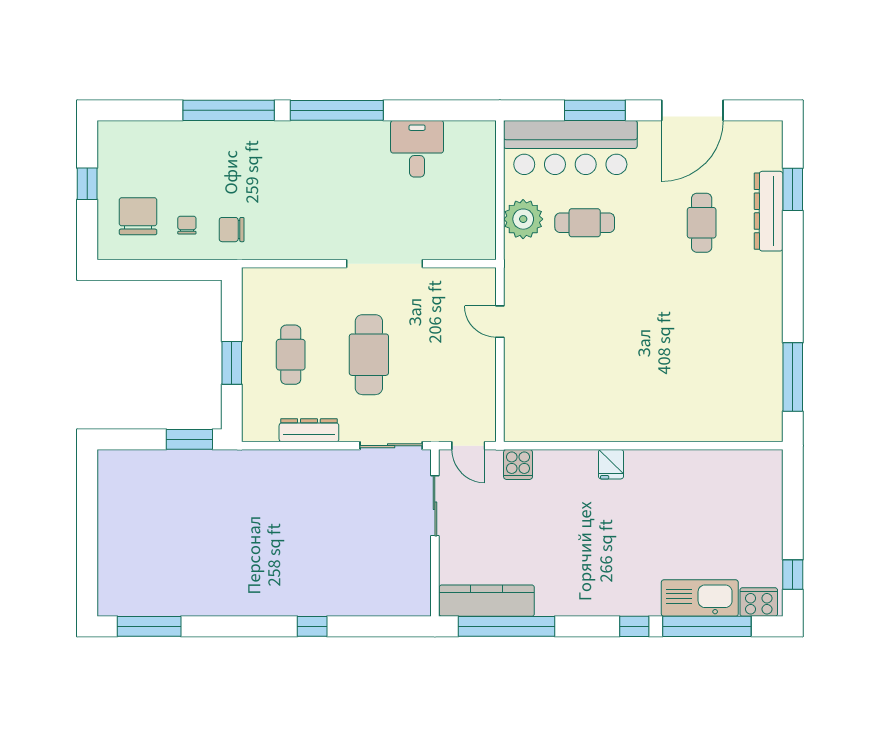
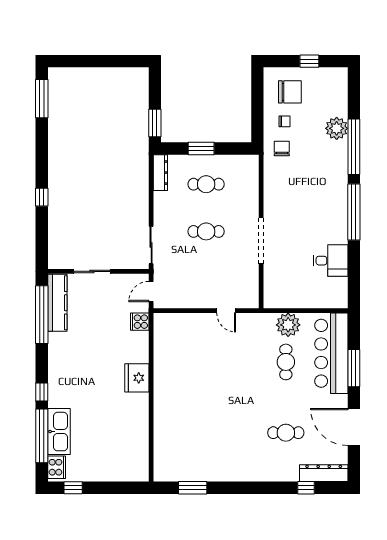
plant: (198, 139) -> (337, 128), added
window: (793, 189) -> (306, 488), width x0.67
dresser: (769, 211) -> (324, 473), moved
door: (500, 322) -> (226, 311), swing flipped
cafe table: (369, 355) -> (206, 231), width x0.73, depth x0.74
window: (793, 377) -> (193, 488), width x0.69
dresser: (309, 430) -> (160, 173), moved
fridge: (611, 464) -> (137, 378), width x1.88, depth x1.34
sliding door: (435, 506) -> (92, 271), moved

